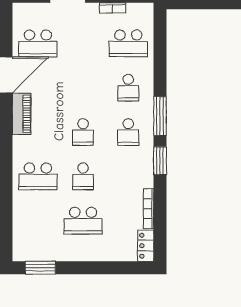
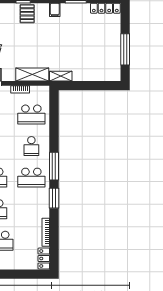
school desk: (128, 132) -> (31, 178), width x1.85

